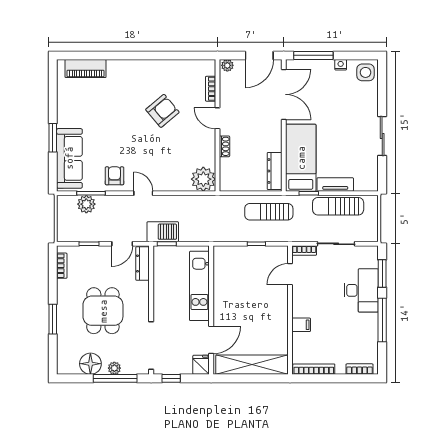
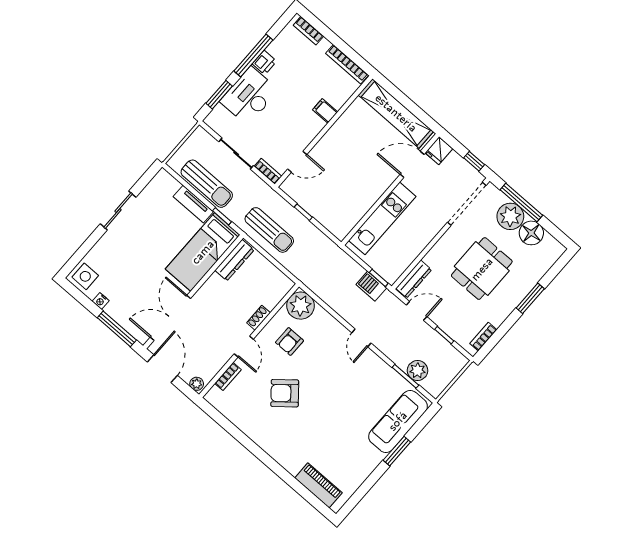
door: (259, 55) -> (162, 369), hinge flipped
armchair: (114, 176) -> (290, 342), moved
barbecue: (163, 232) -> (371, 286), width x0.73, depth x0.79
printer: (371, 322) -> (264, 62), added
plant: (114, 368) -> (510, 216), width x1.88, depth x1.88

